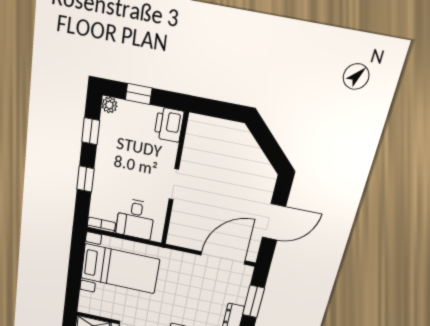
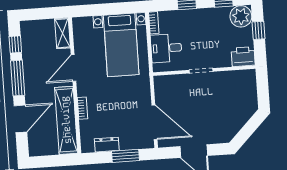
plant: (109, 105) -> (241, 16), width x1.88, depth x1.88

